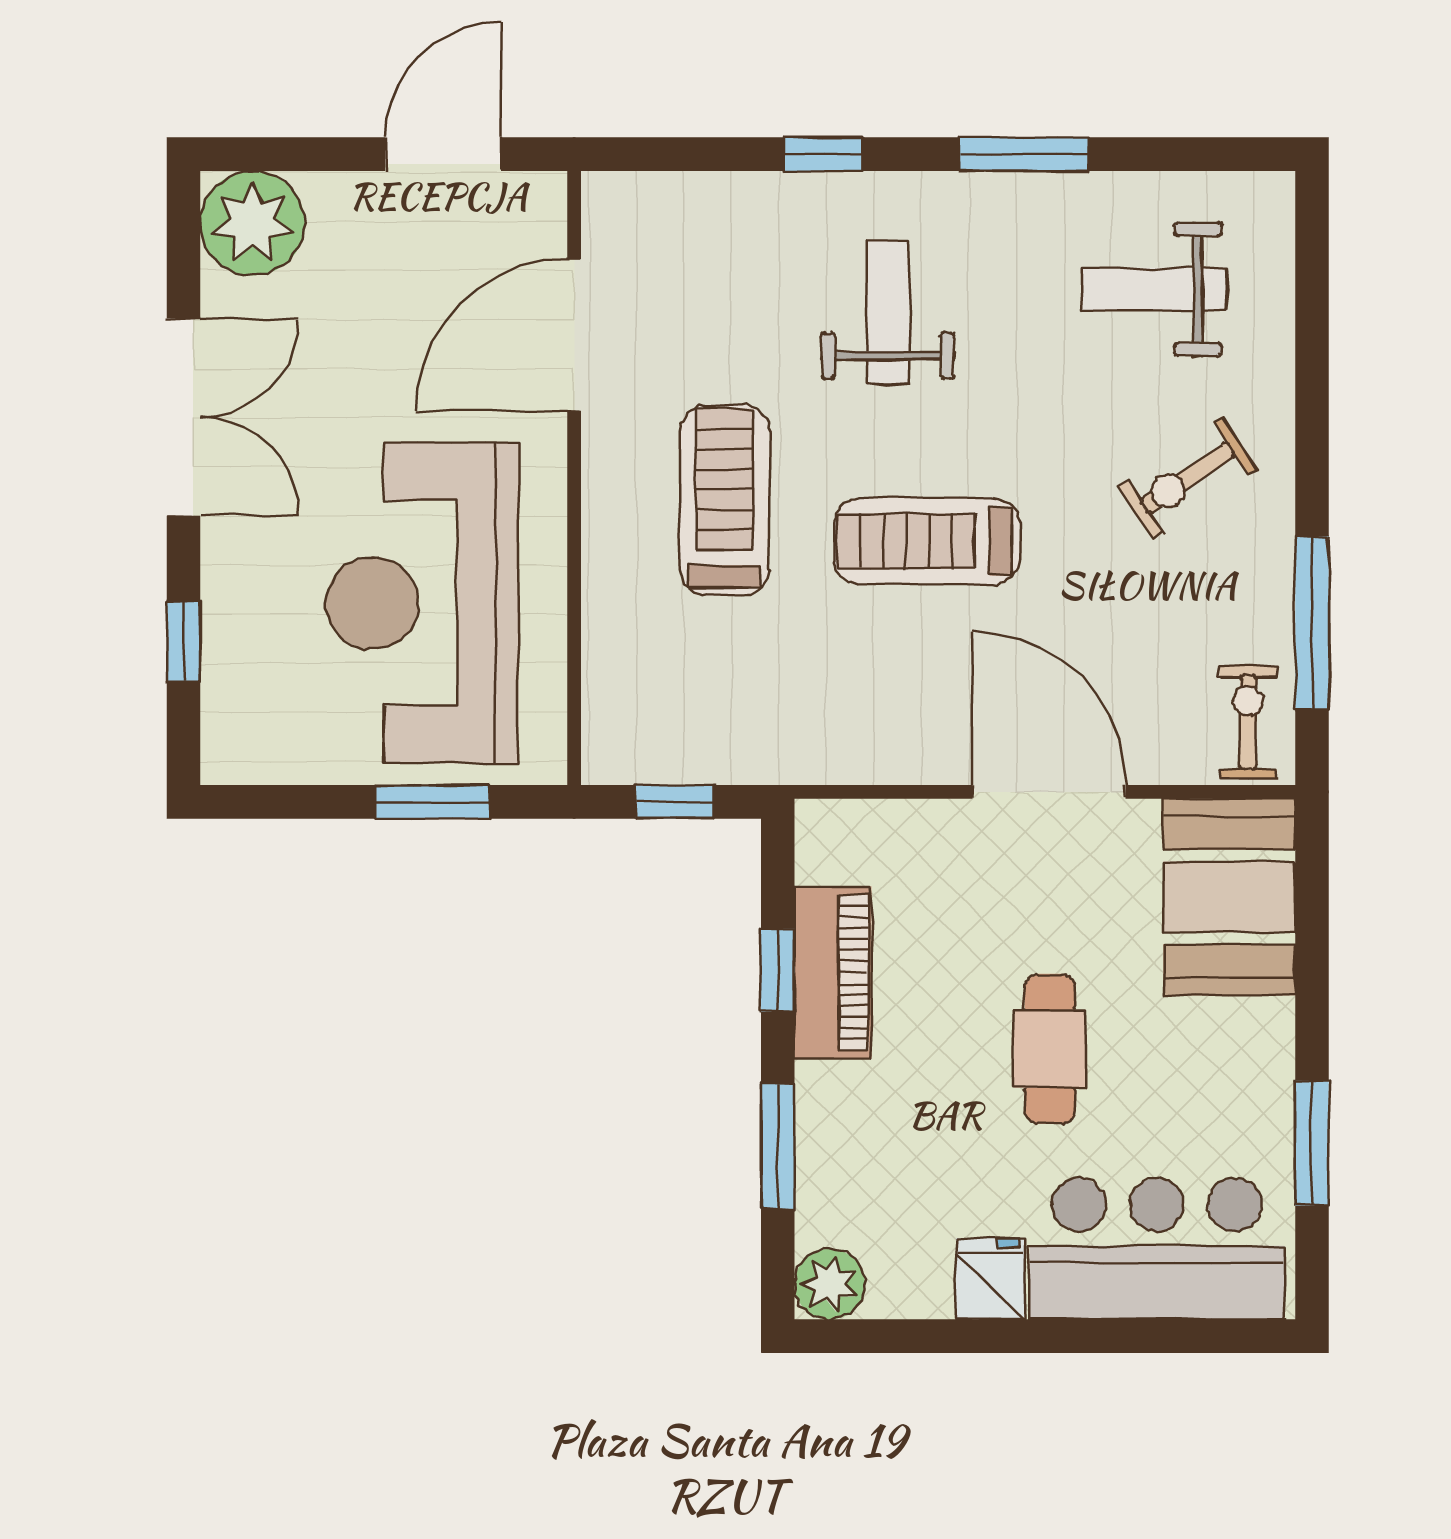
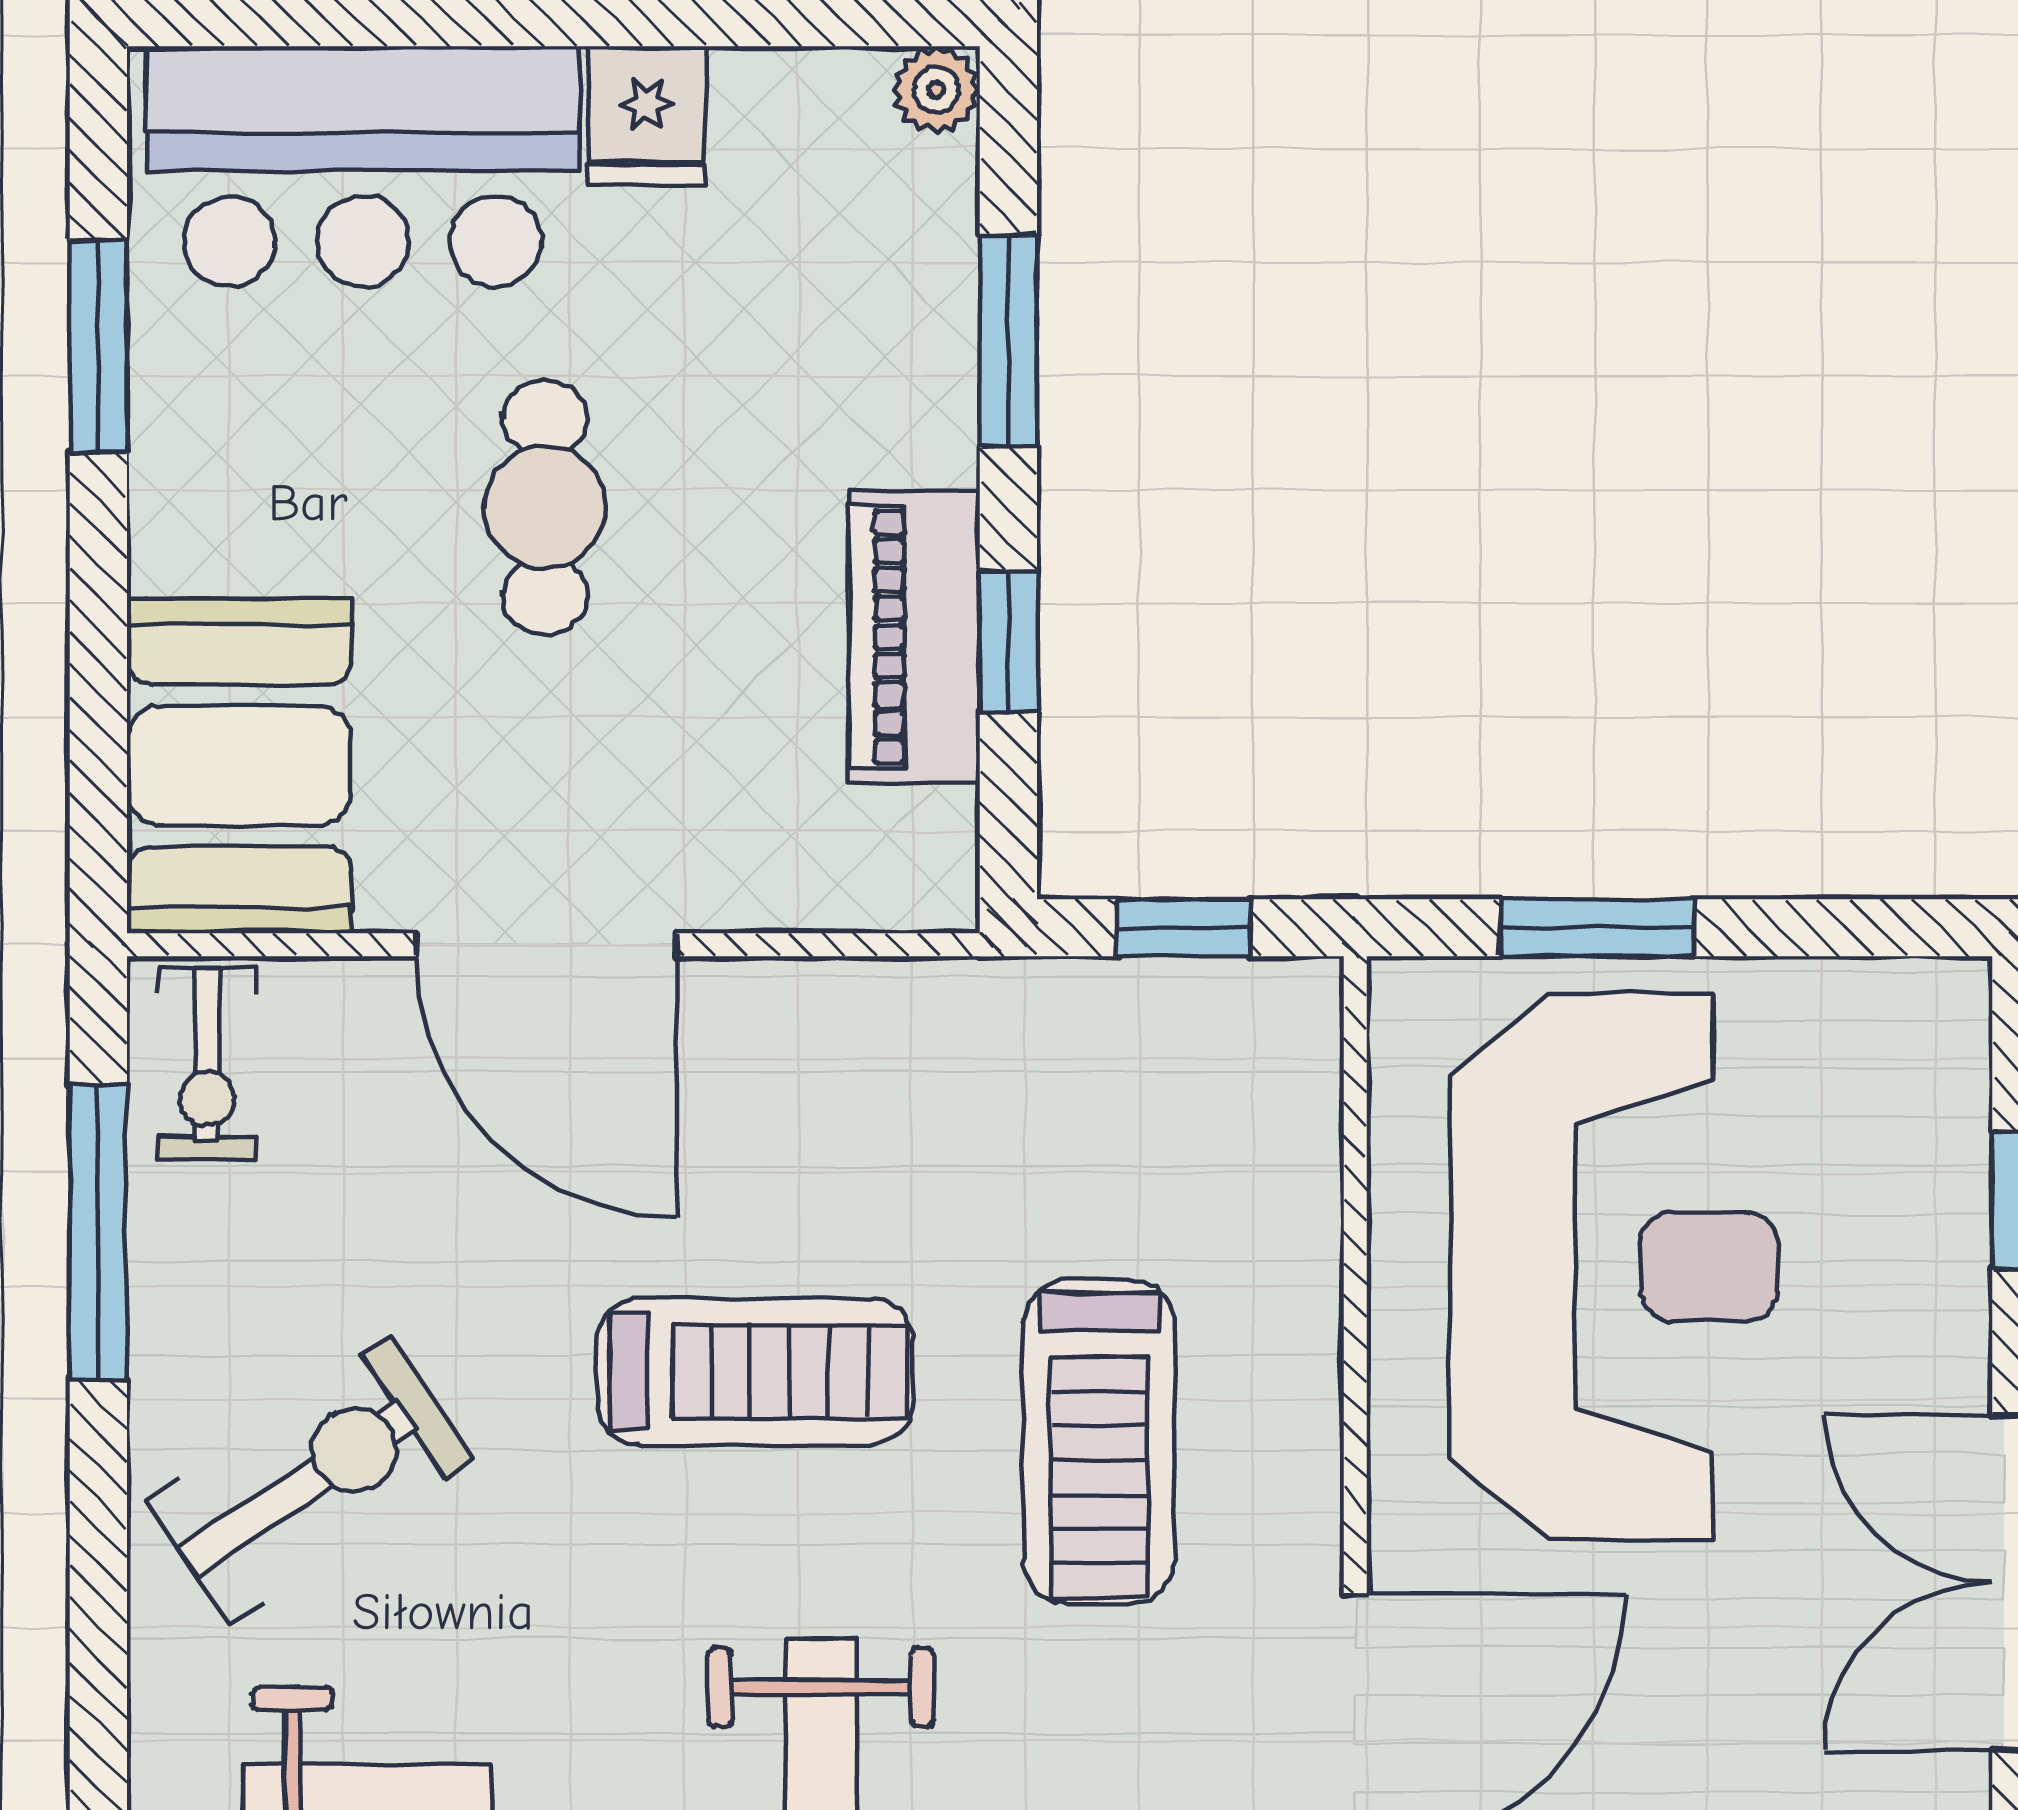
exercise bike: (1188, 478) -> (310, 1480), width x1.38, depth x1.39
plant: (830, 1284) -> (936, 90), width x0.73, depth x0.73

